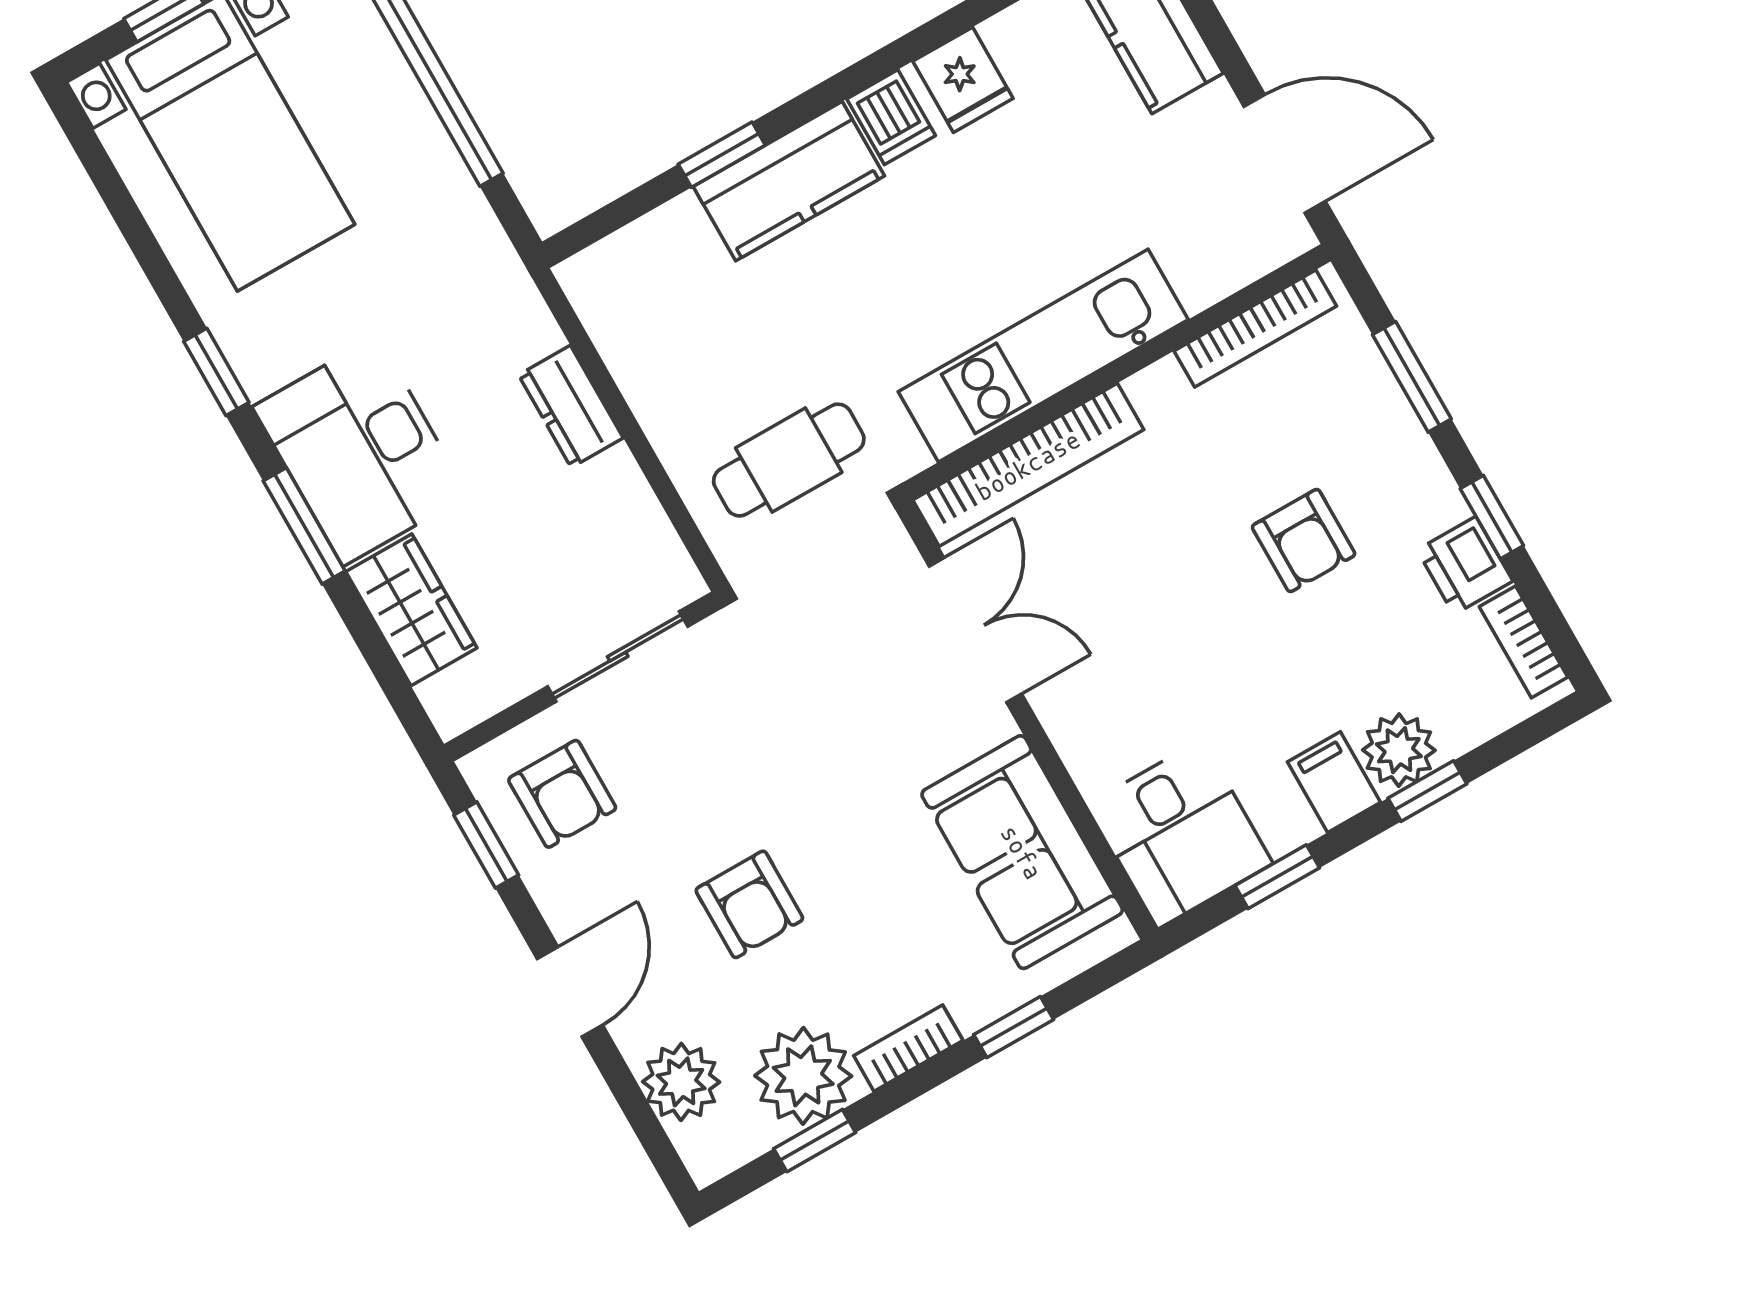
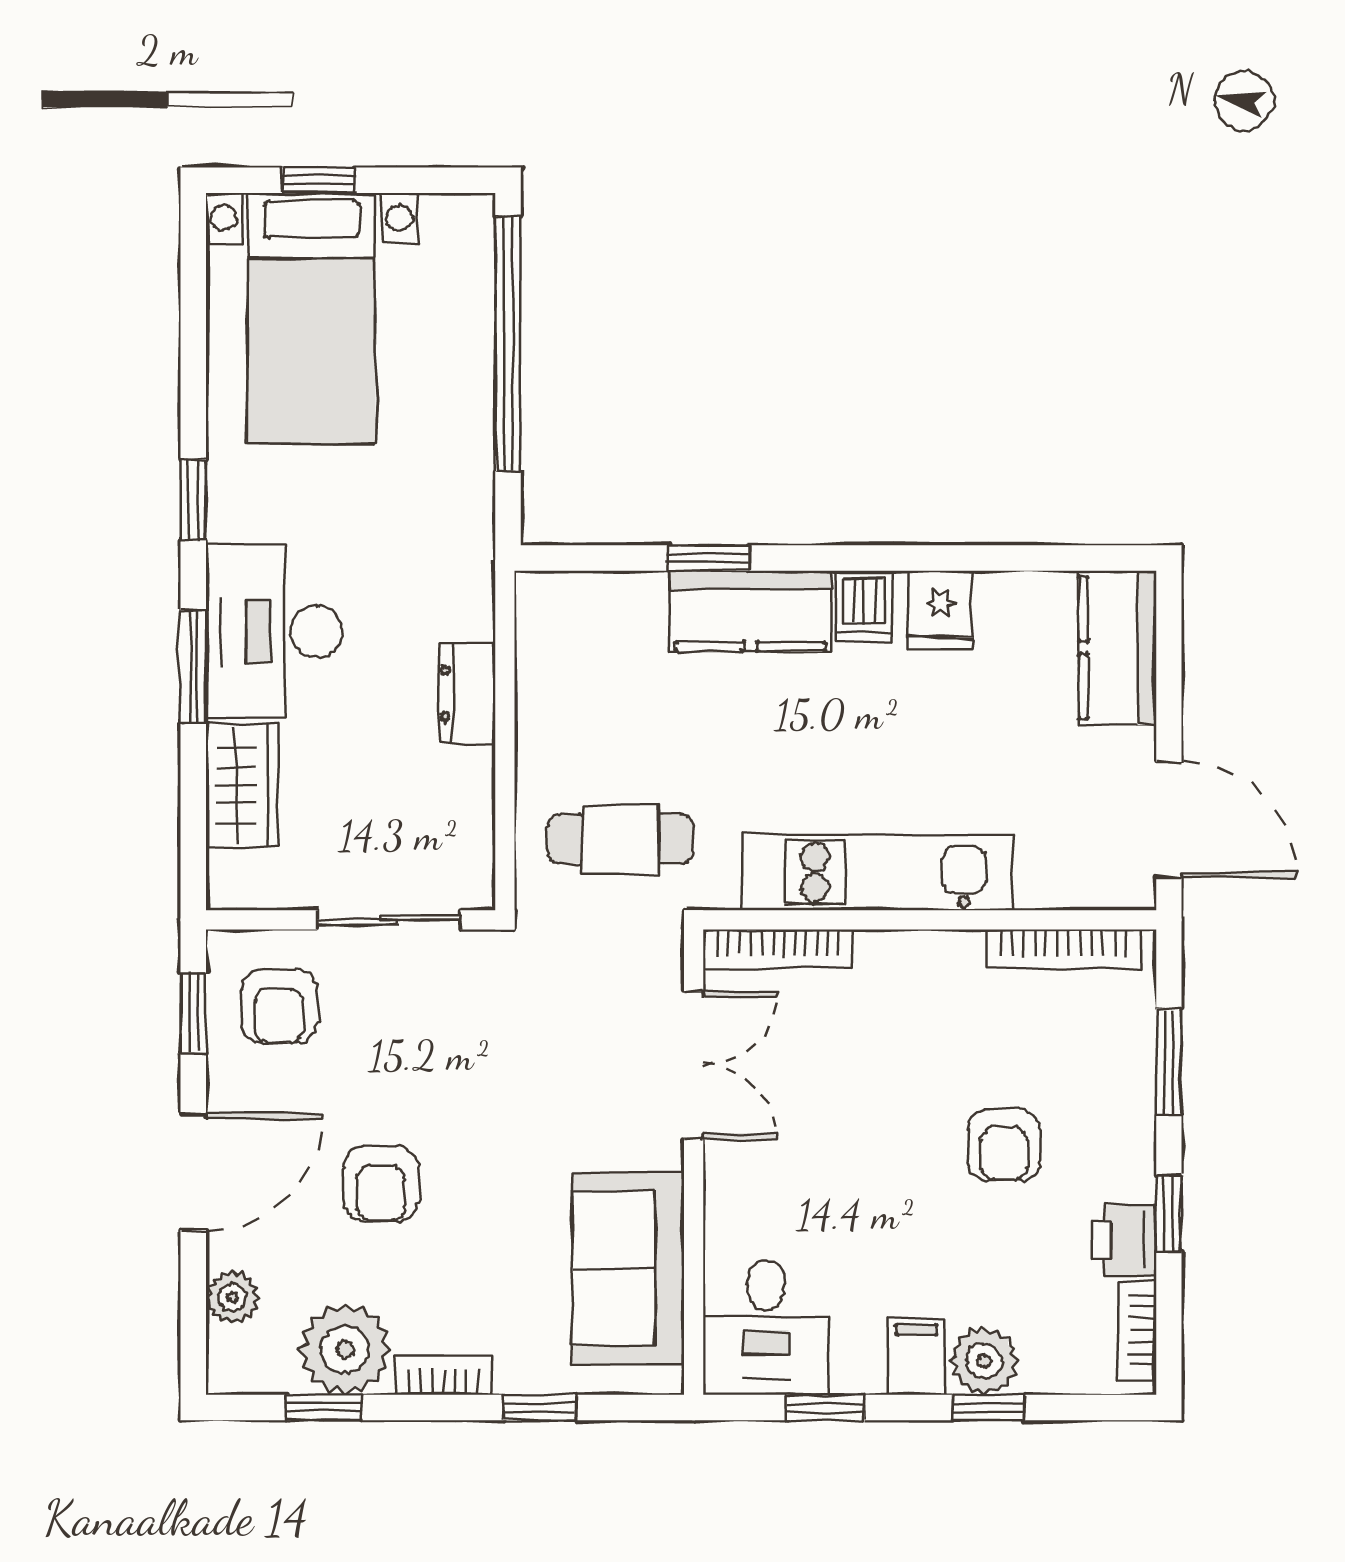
bookcase: (1028, 465) -> (778, 948), width x0.68, depth x0.76
door: (570, 992) -> (193, 1172), width x1.37
plant: (681, 1082) -> (232, 1297), width x0.73, depth x0.73

